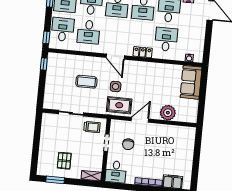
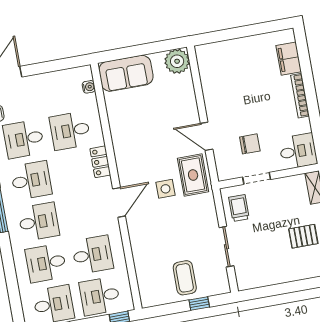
window: (44, 64) -> (199, 303), moved
coffee table: (86, 82) -> (185, 278), moved
plant: (168, 113) -> (177, 61), moved

